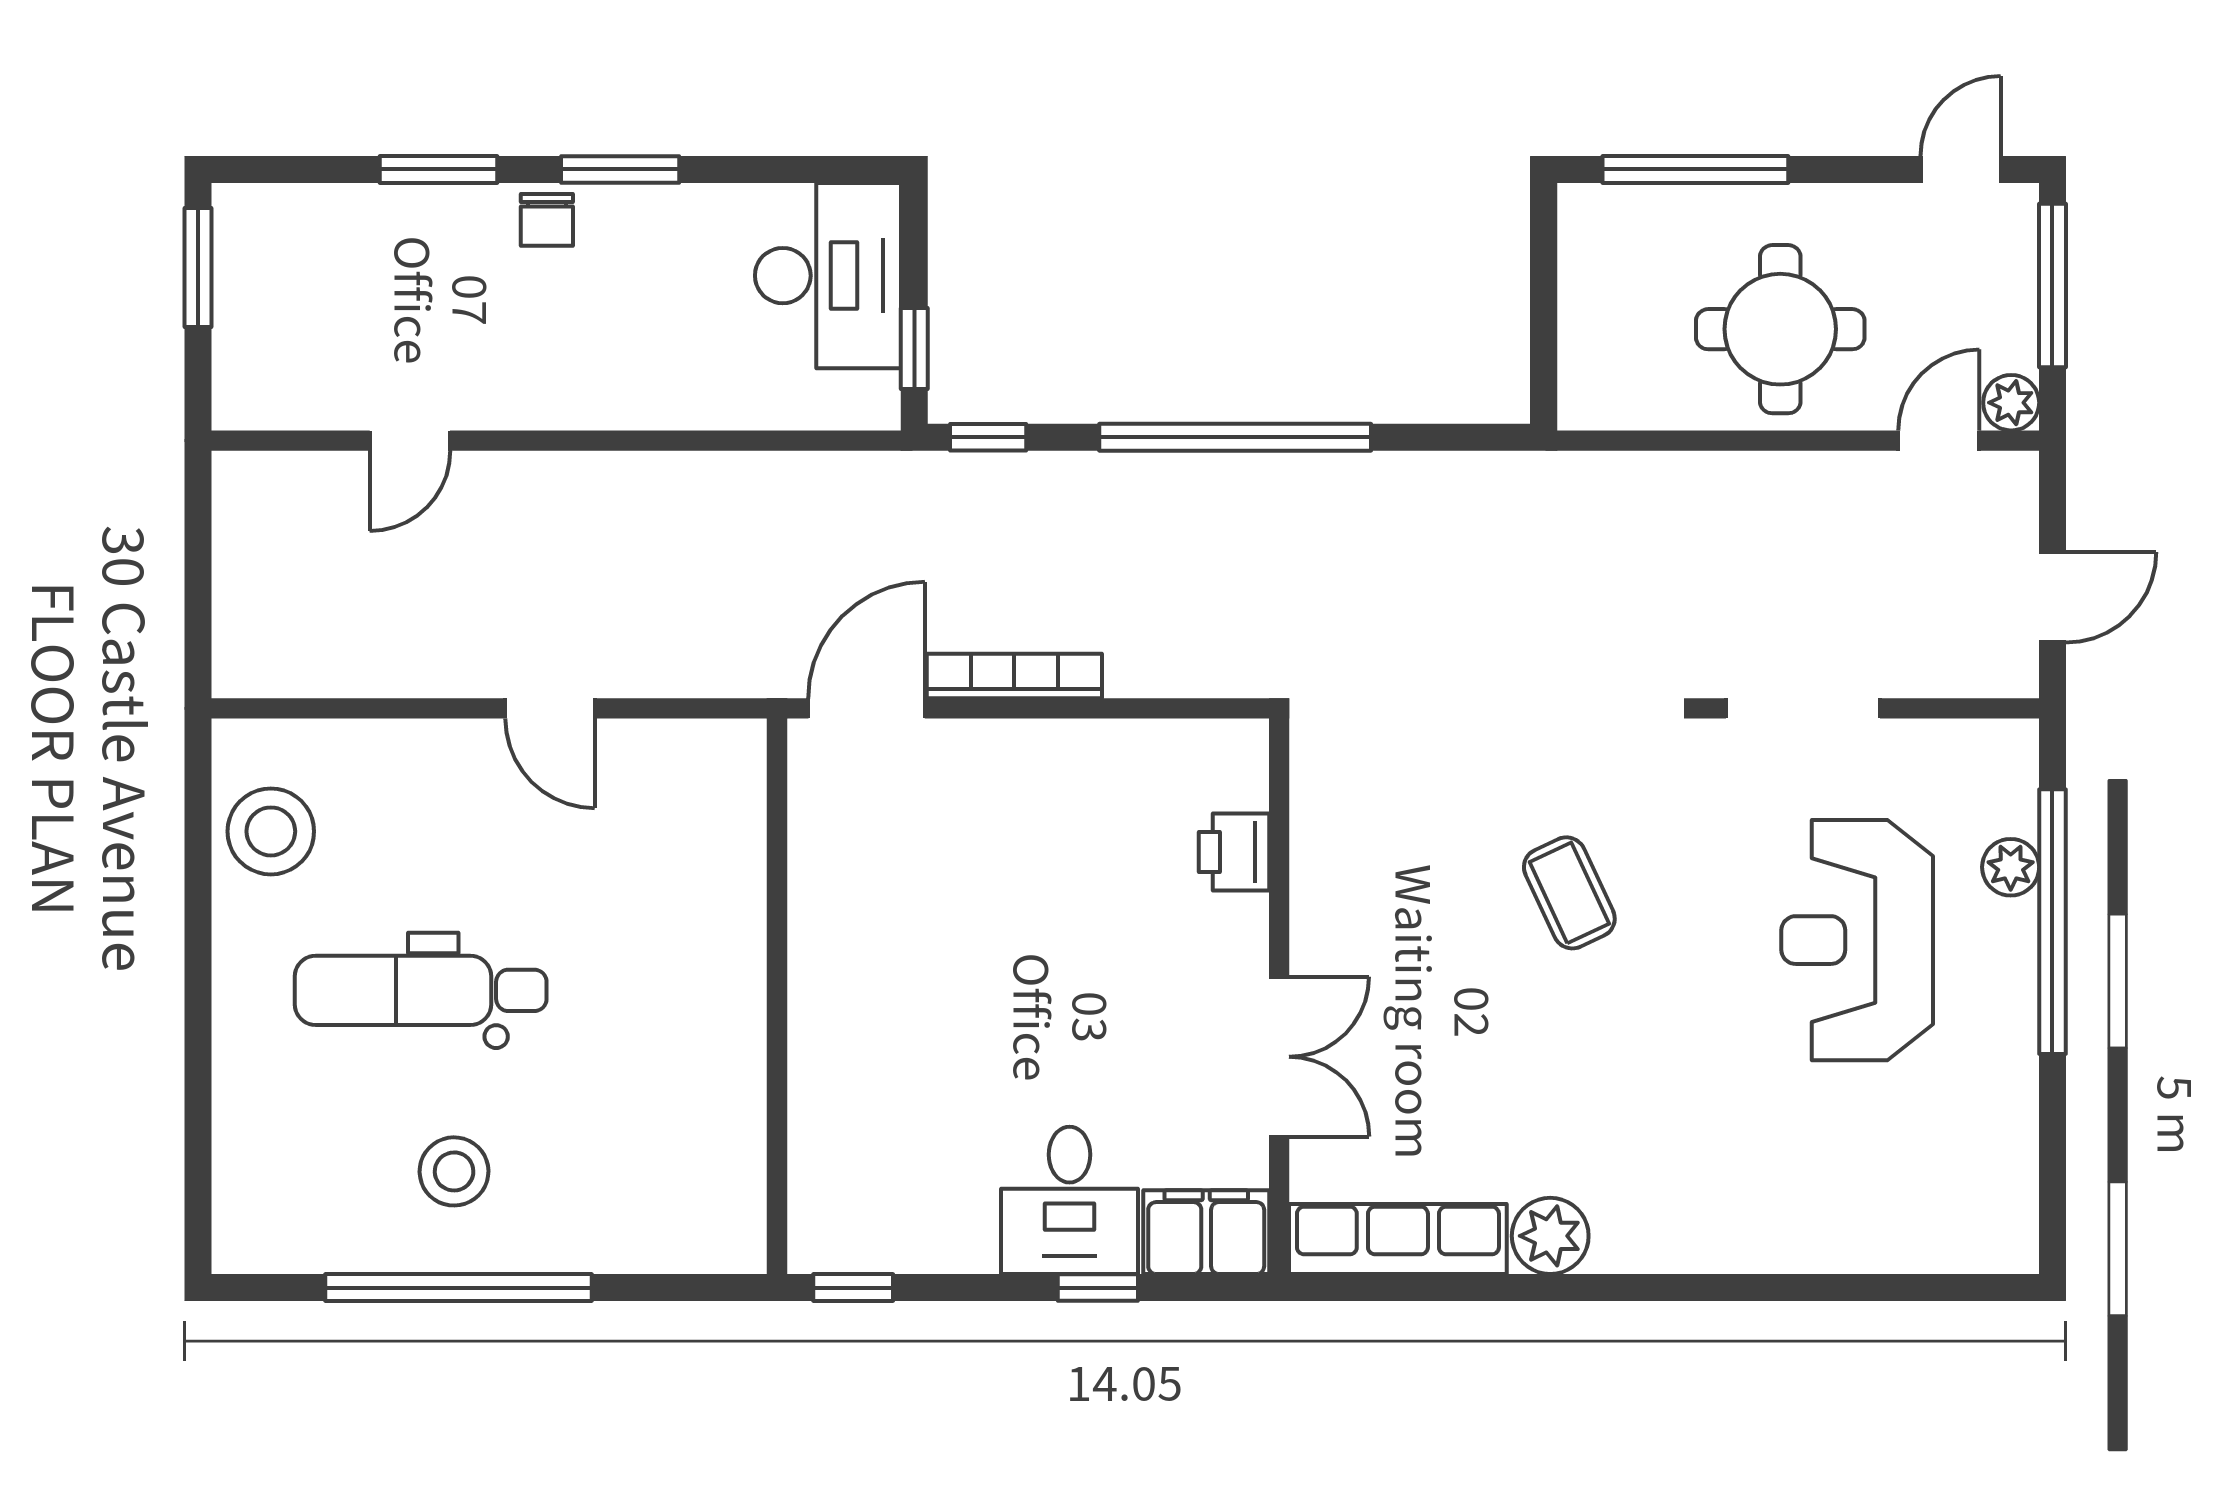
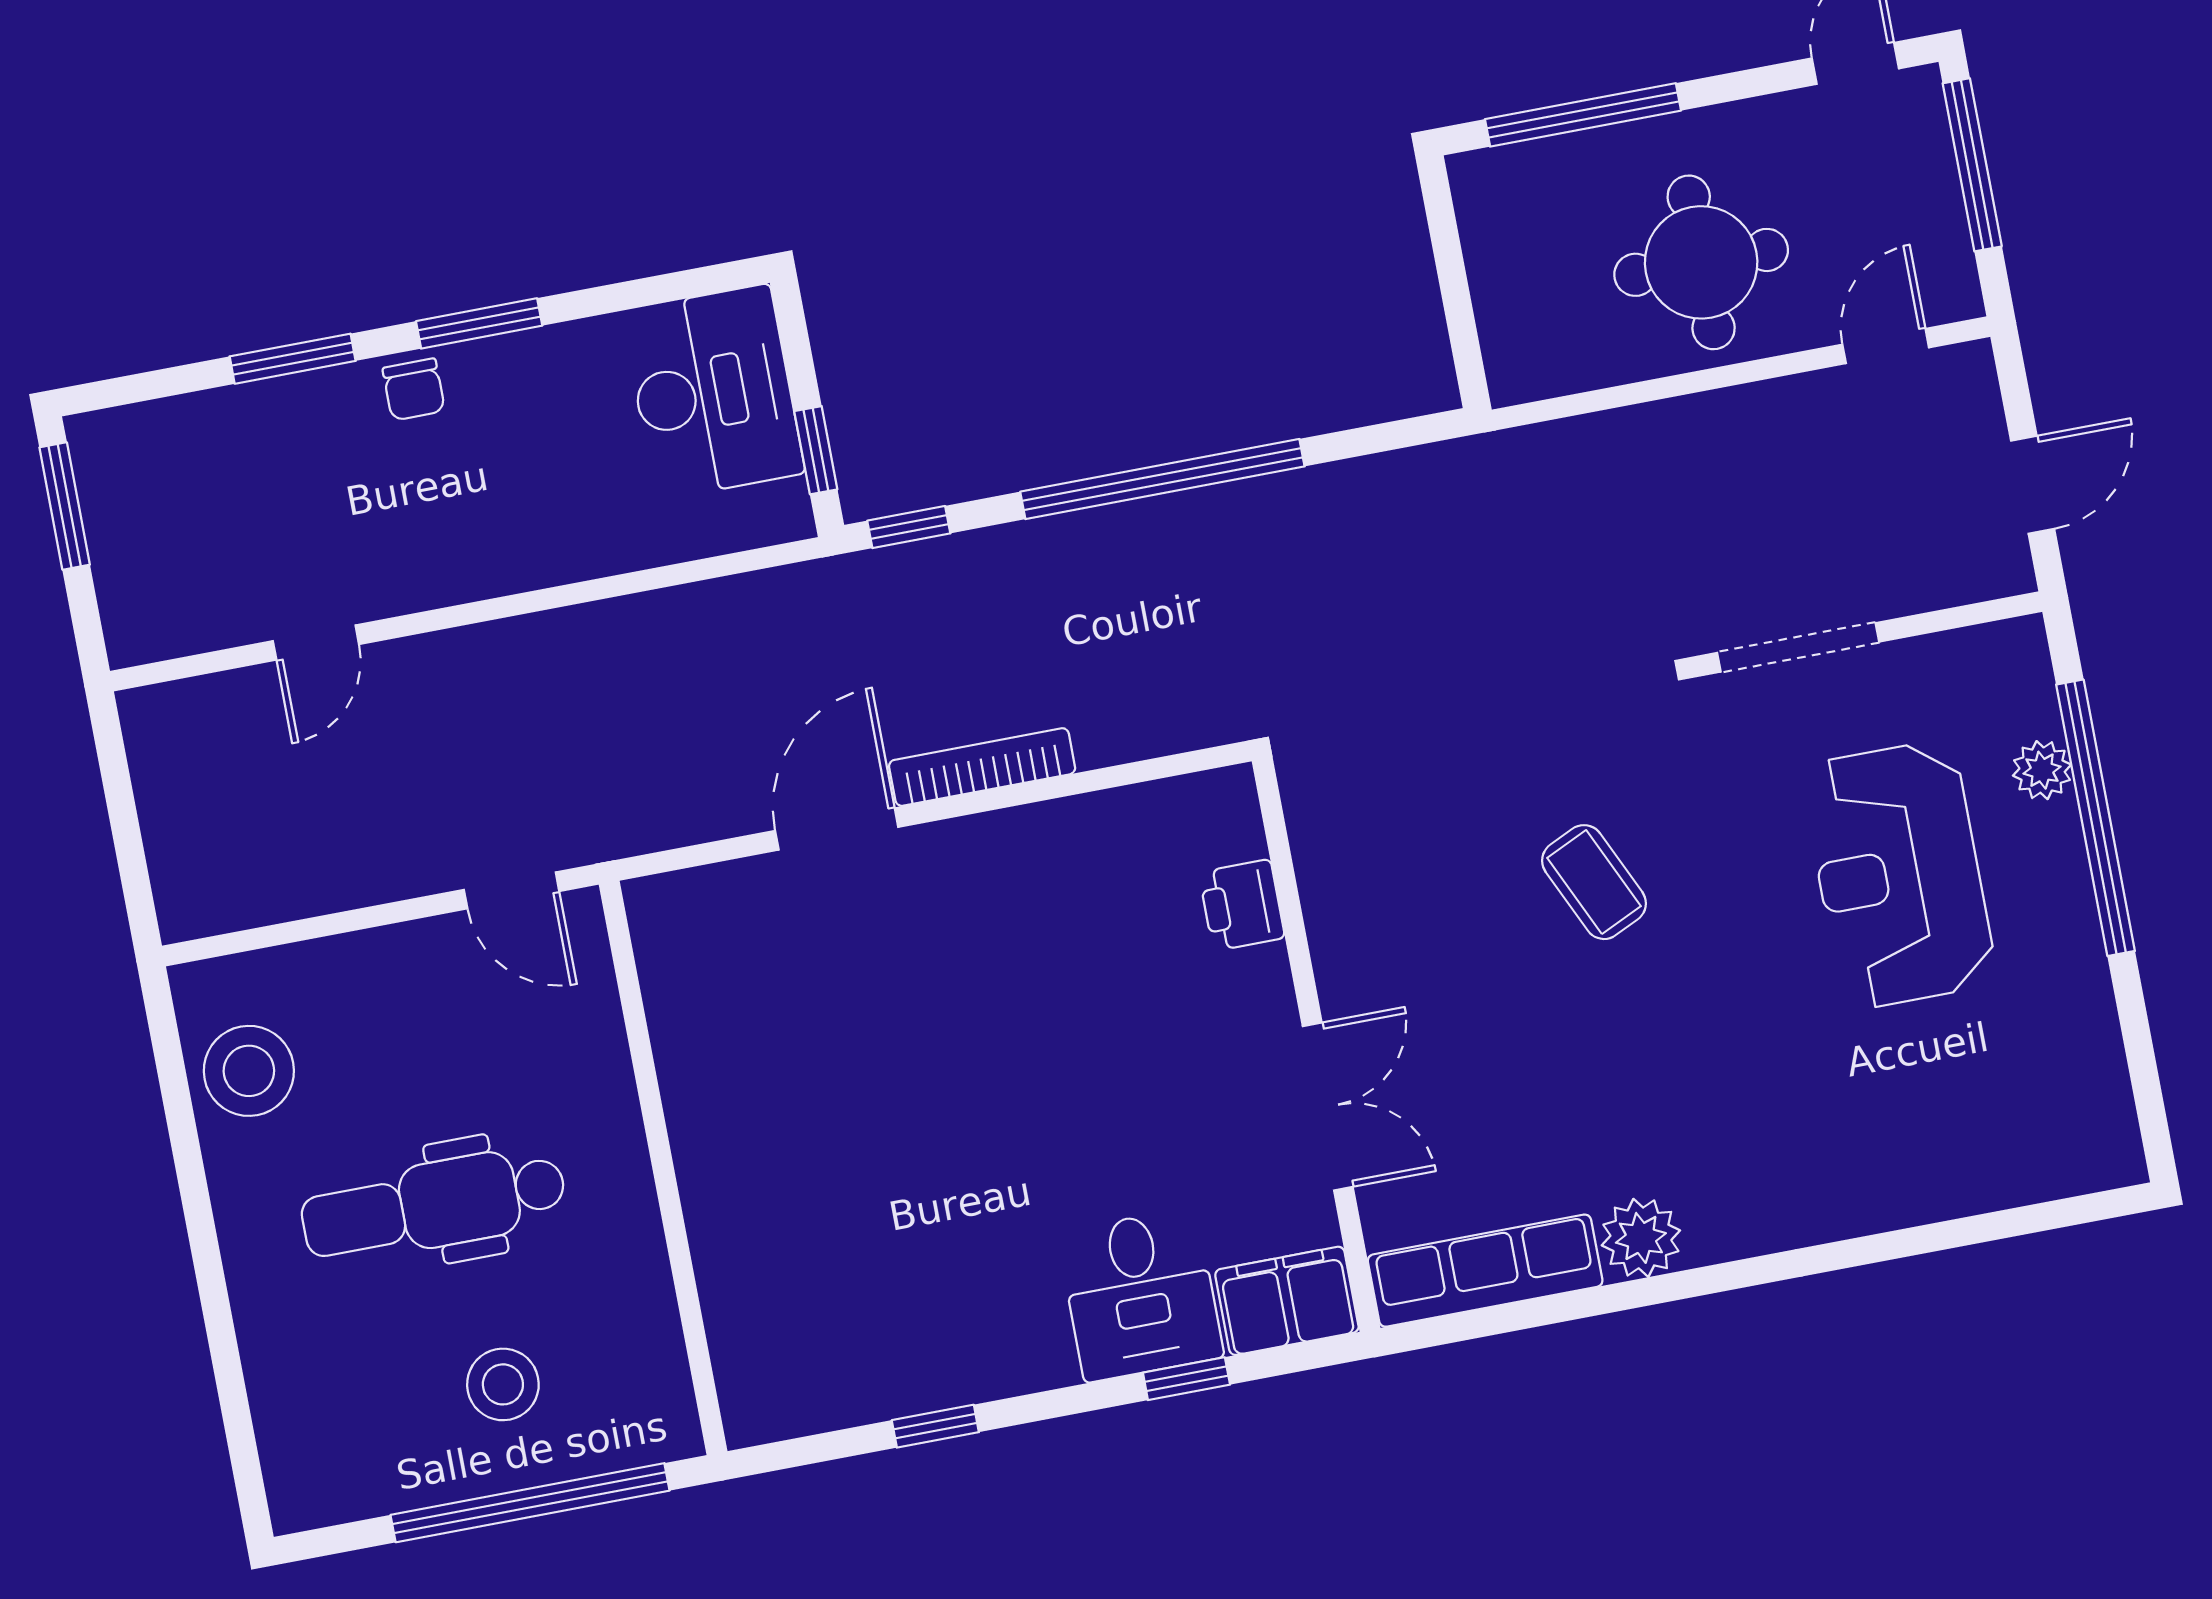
plant: (2011, 403) -> (1952, 293), removed
wall: (777, 996) -> (663, 1168), moved

